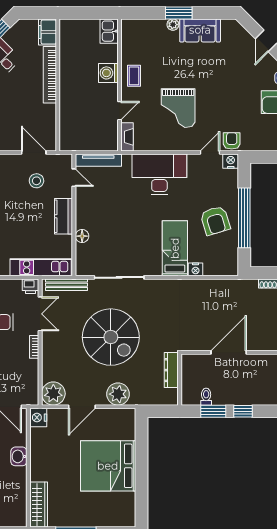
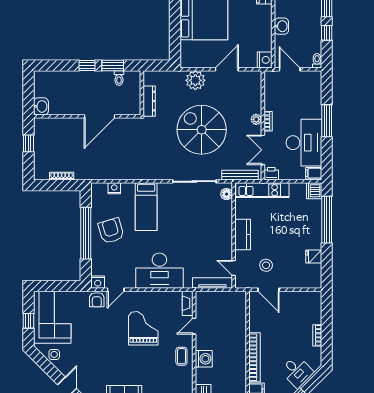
floor lamp: (82, 236) -> (227, 194), moved
nightstand: (196, 269) -> (114, 188), moved
plant: (53, 394) -> (256, 119), moved, width x0.53, depth x0.53

